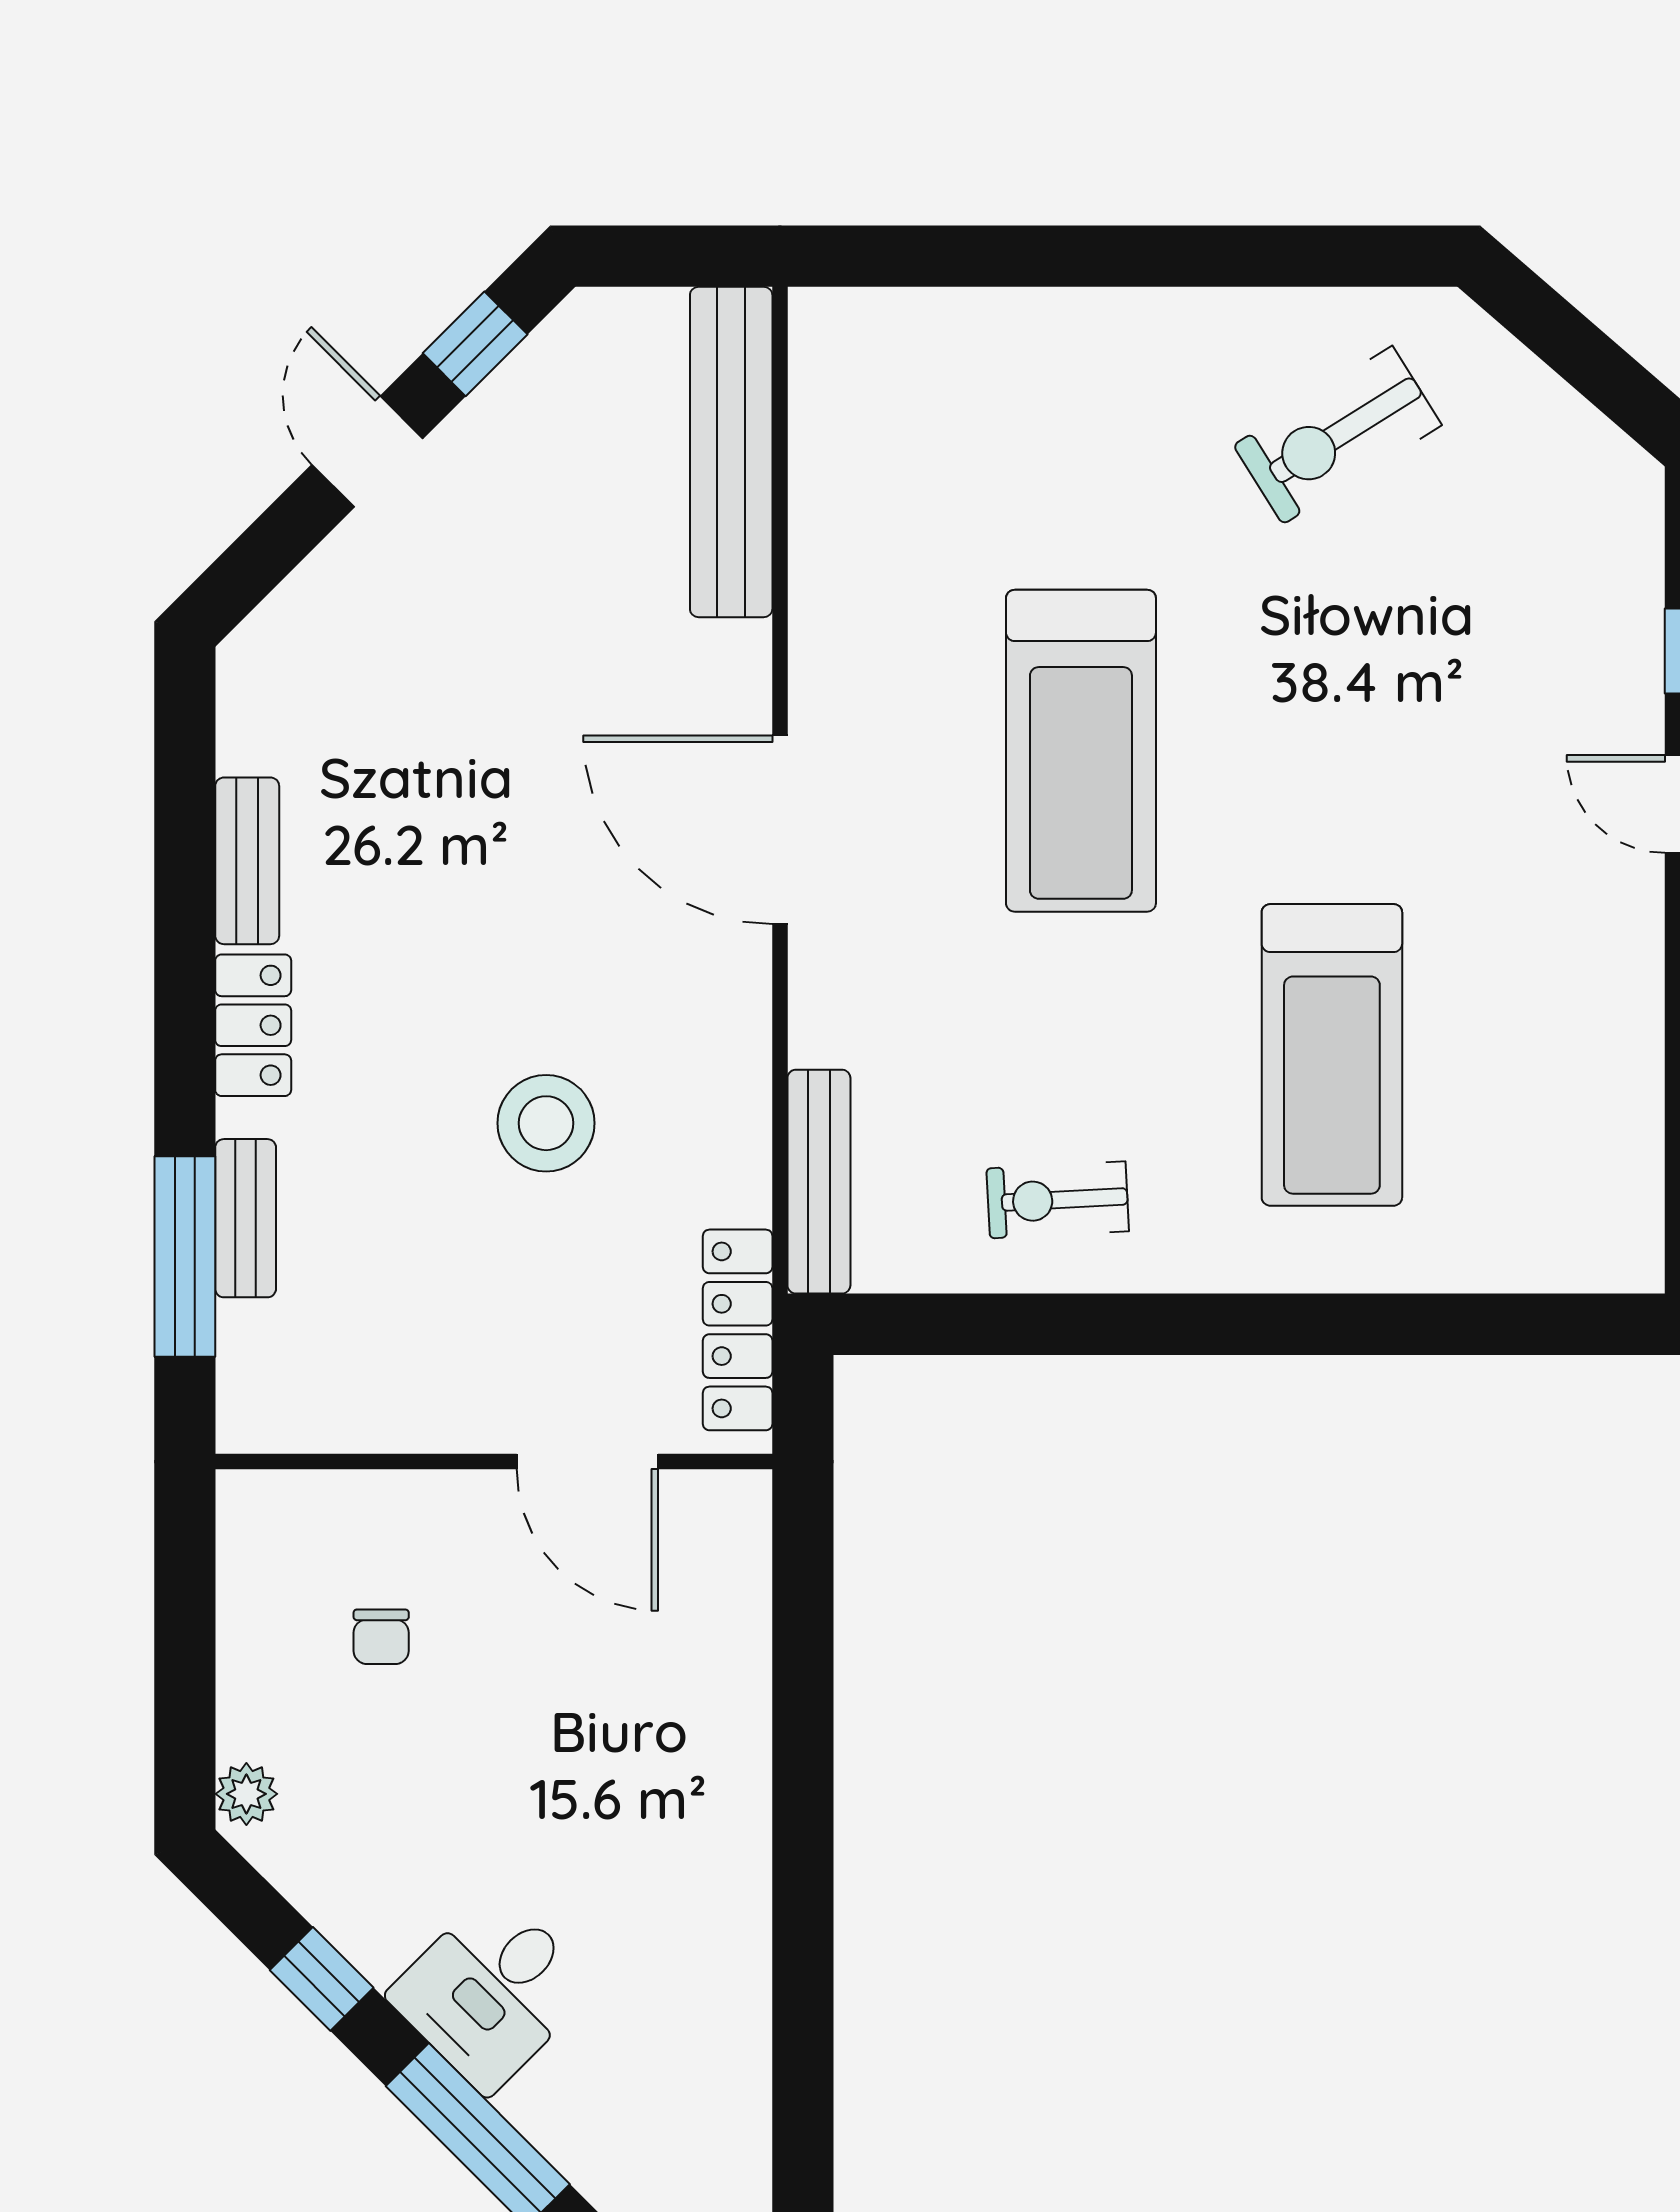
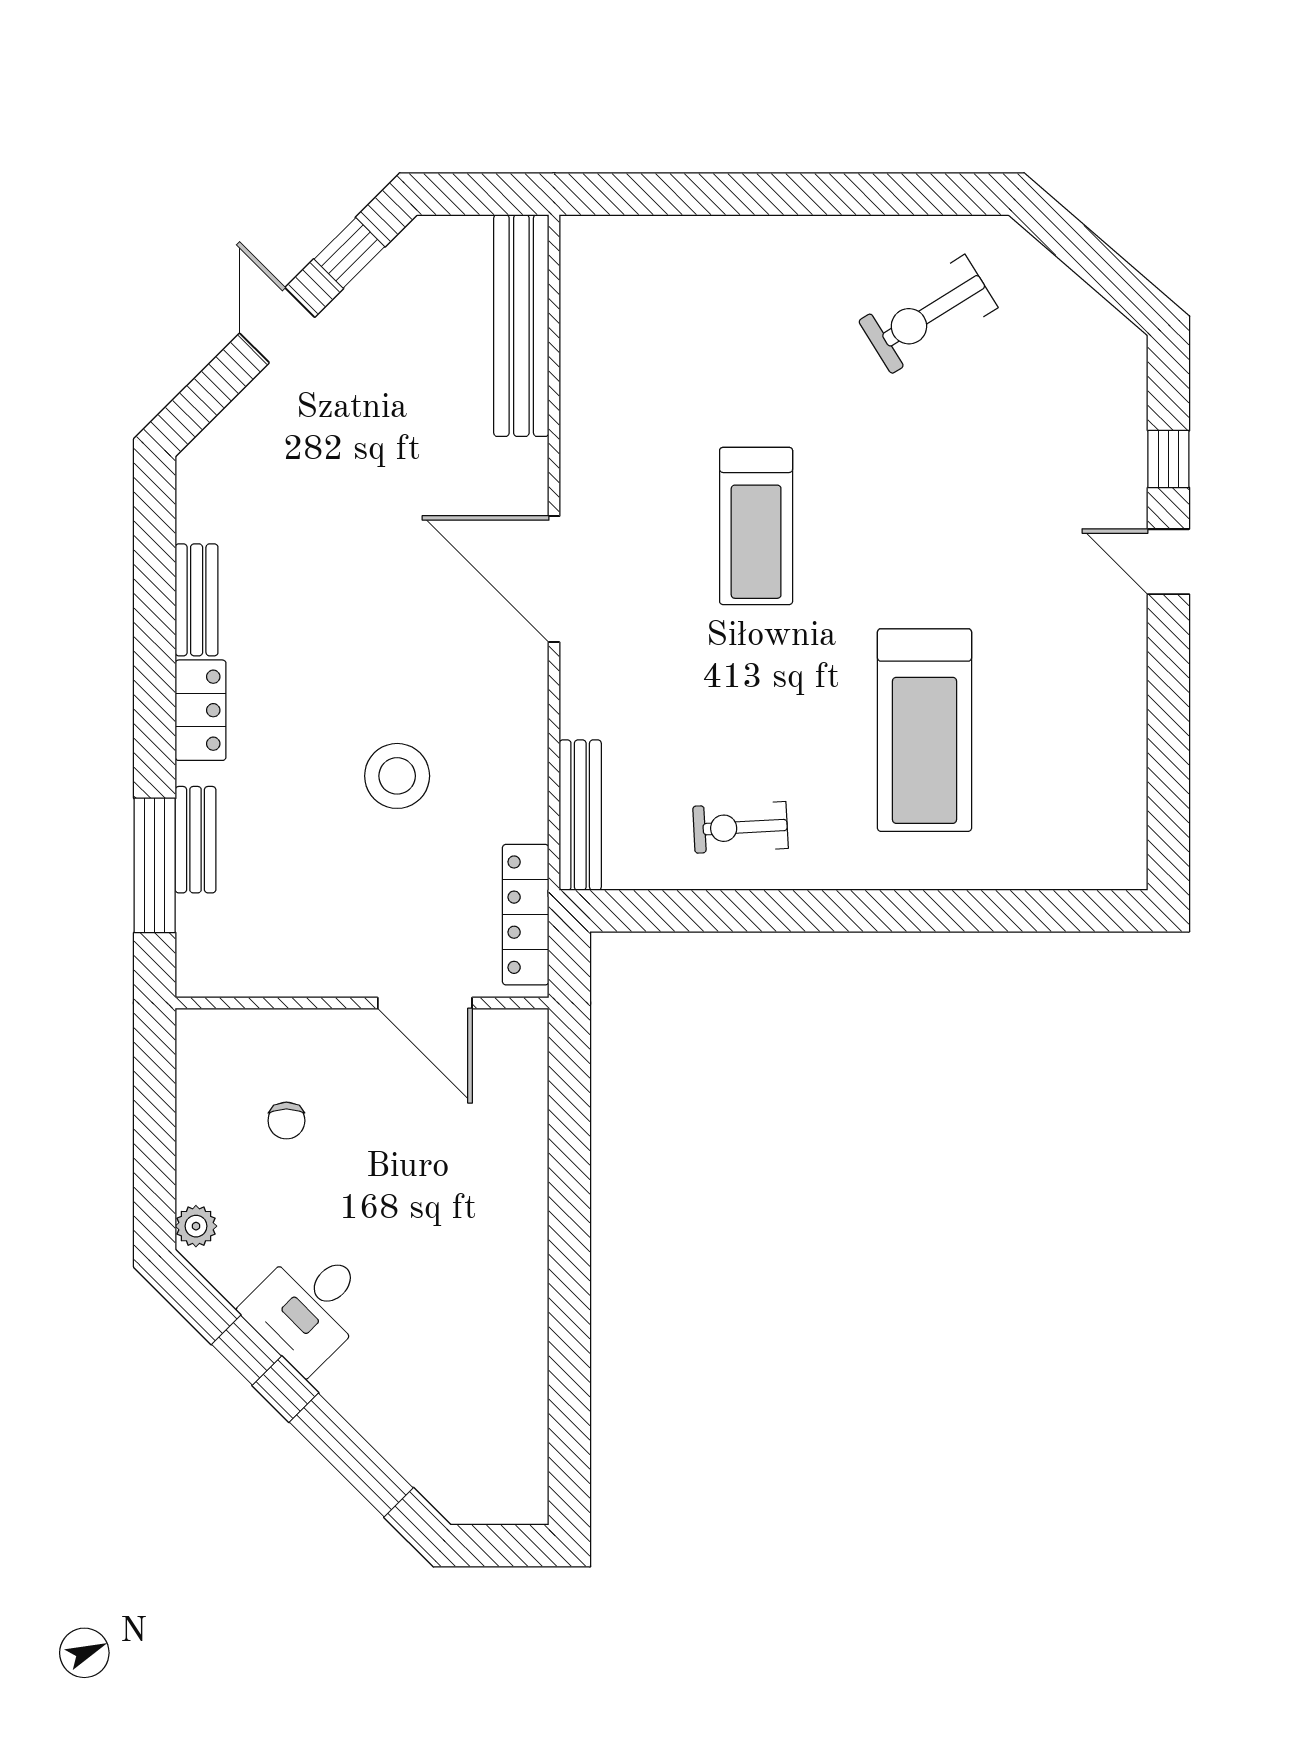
treadmill: (1081, 751) -> (756, 526), width x0.73, depth x0.73
desk: (491, 1991) -> (309, 1307), moved

